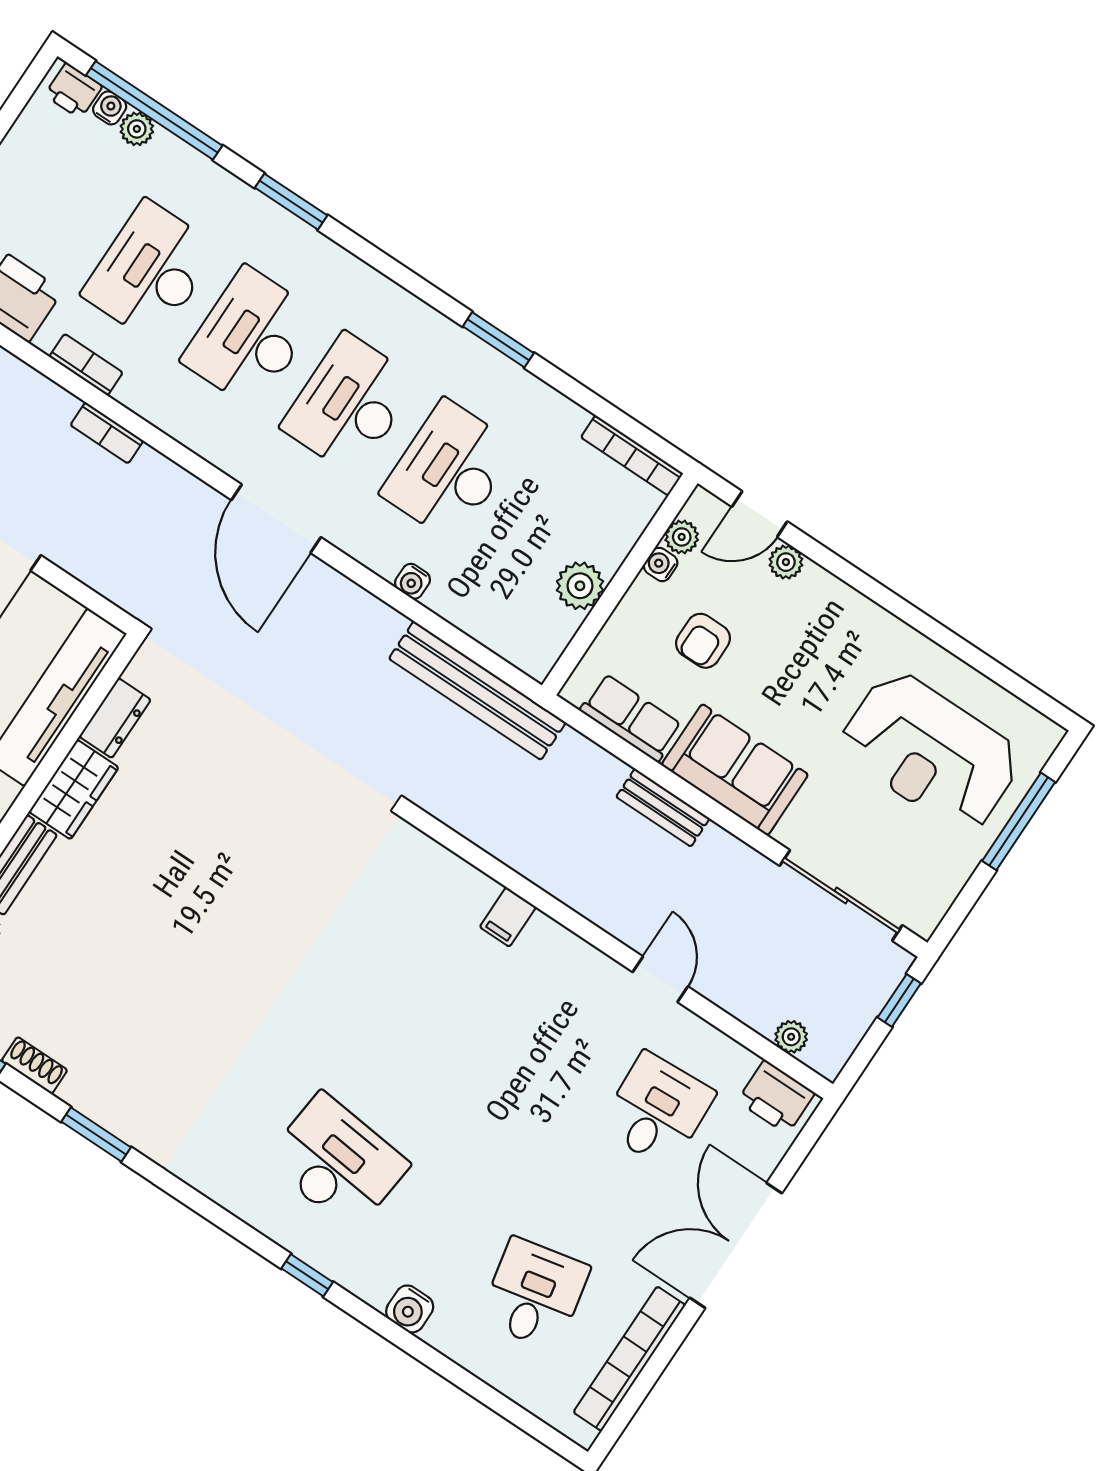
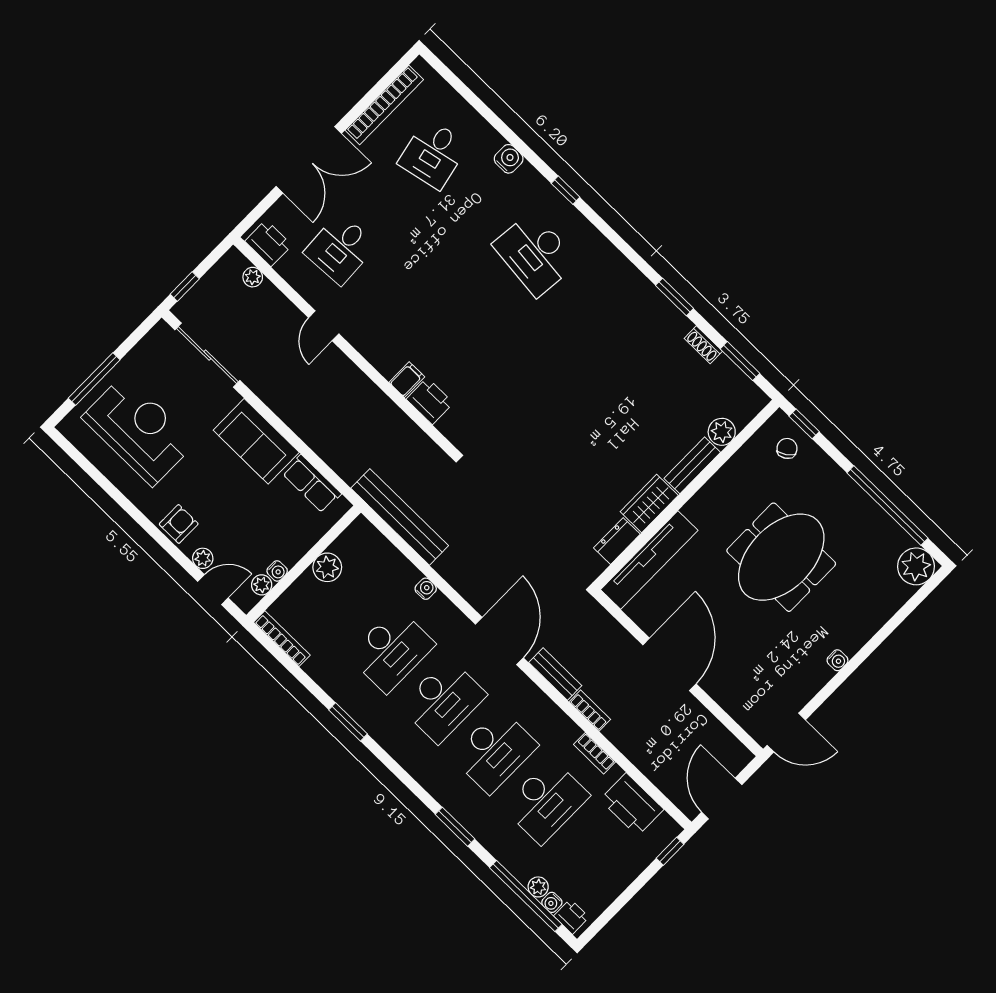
armchair: (703, 641) -> (179, 524), moved
bench: (663, 808) -> (555, 674), moved
printer: (464, 889) -> (430, 401), added

